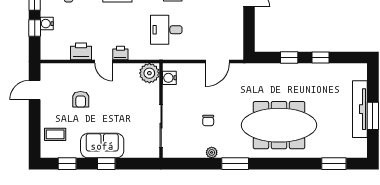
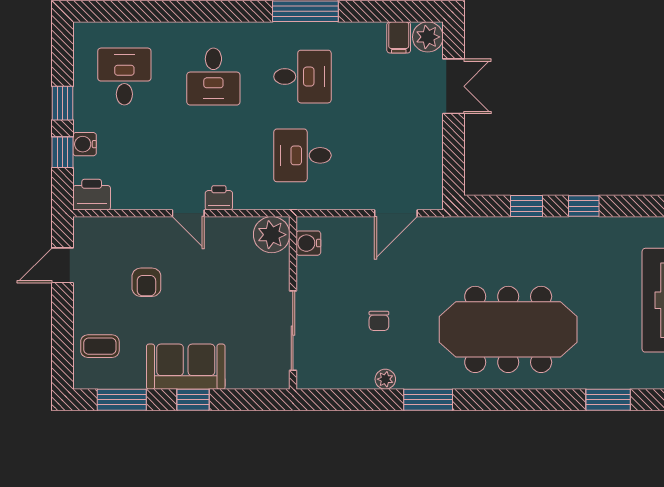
printer: (81, 51) -> (92, 195), moved
window: (67, 164) -> (122, 400), width x1.50

